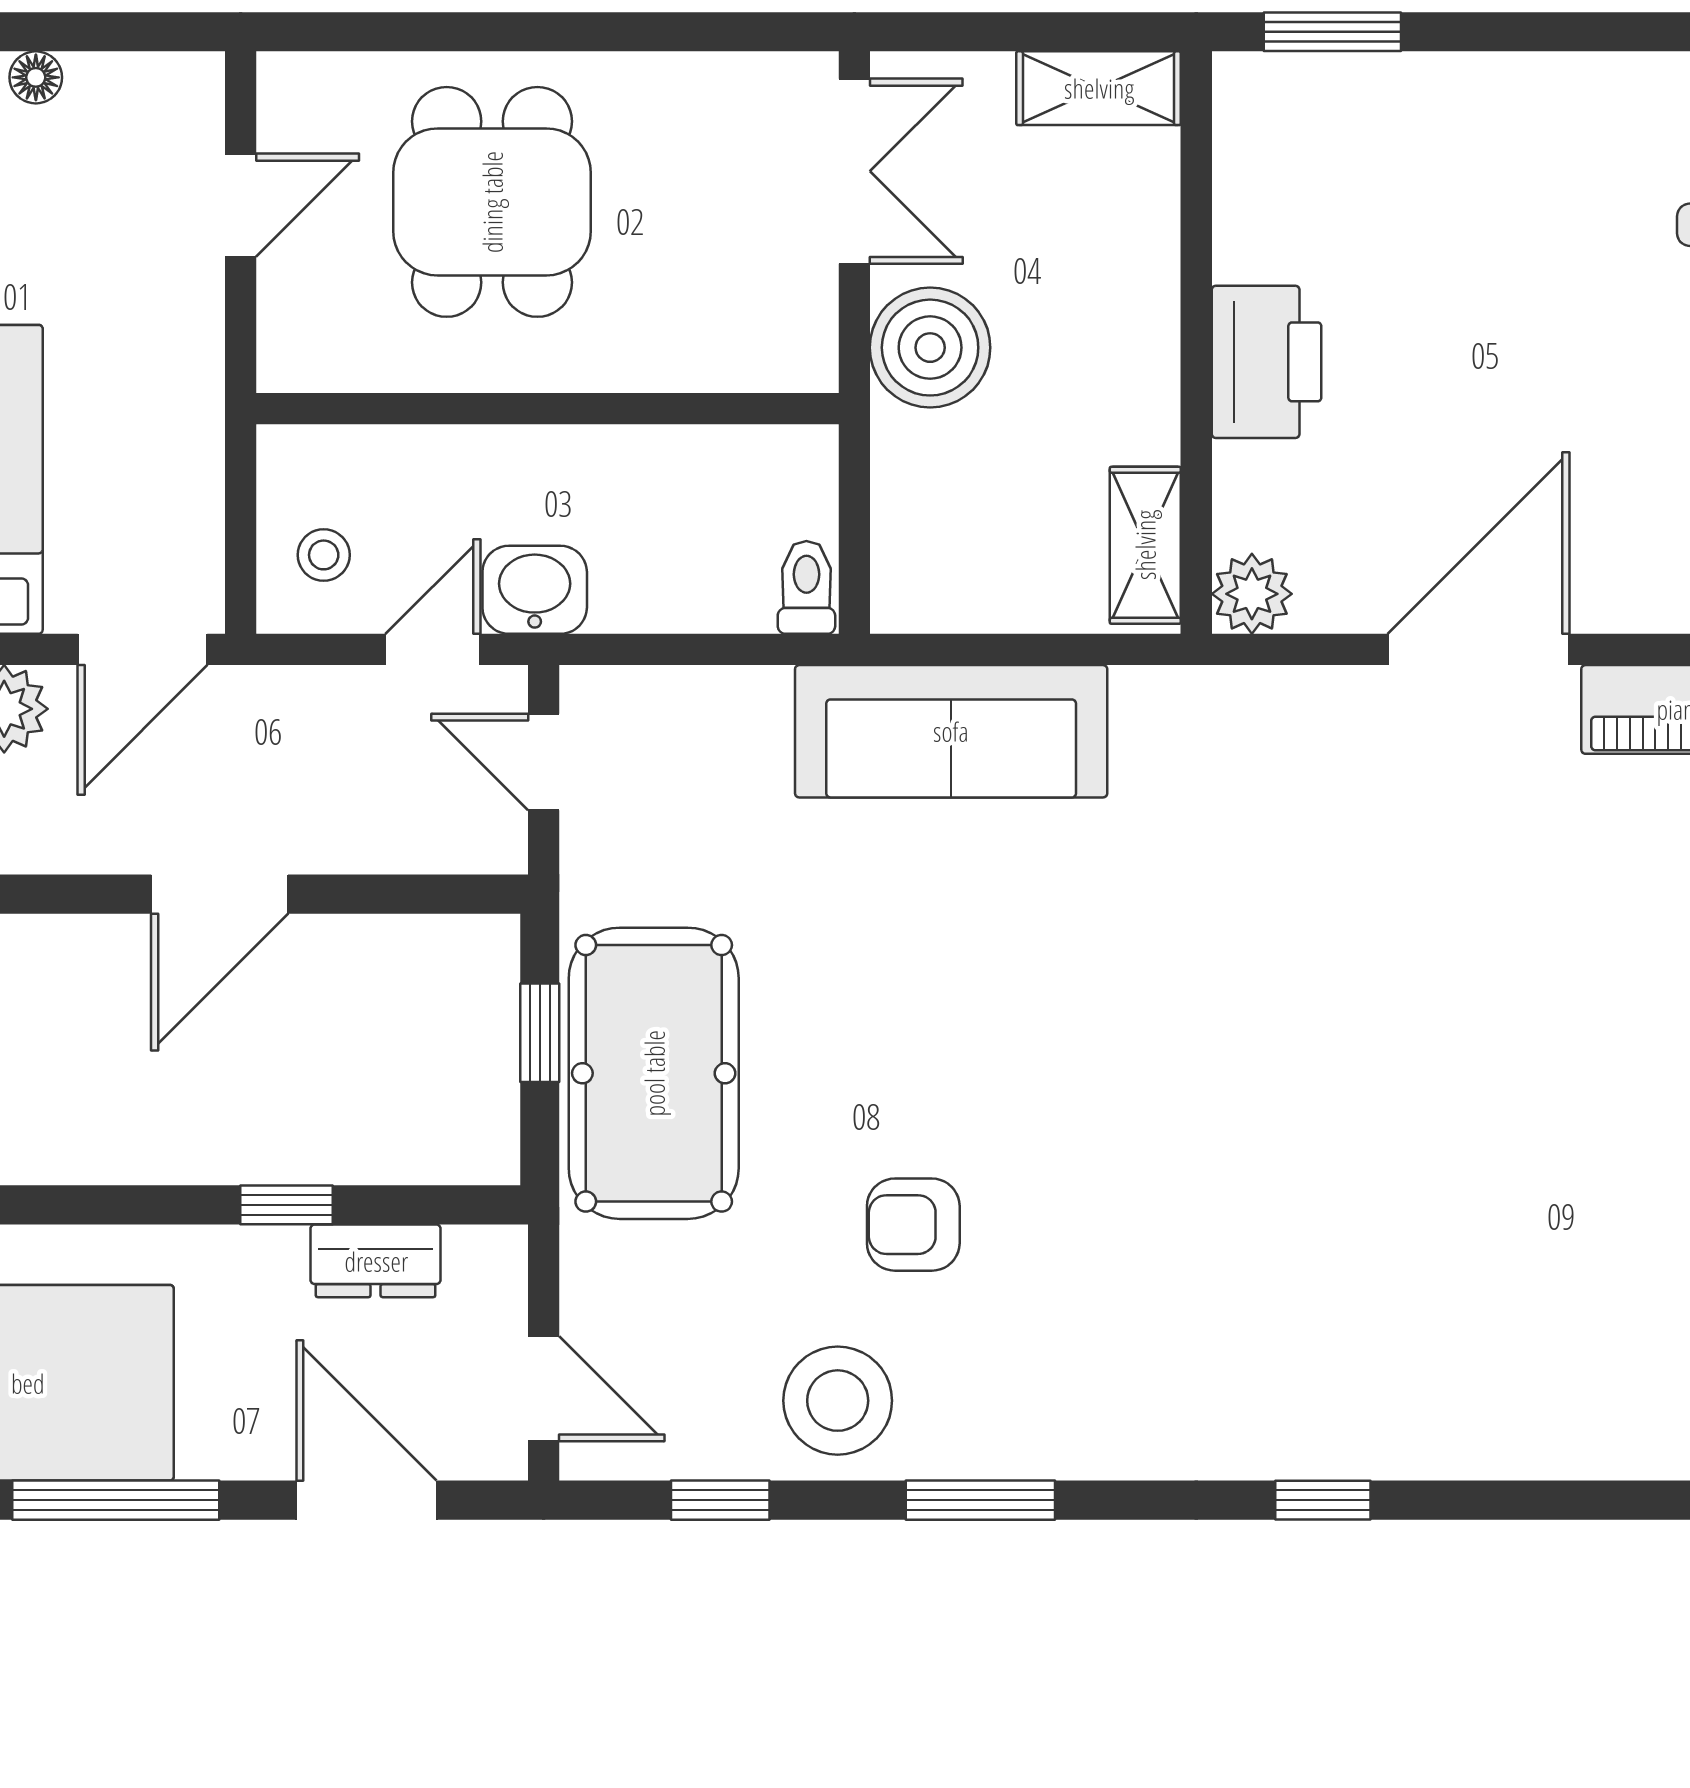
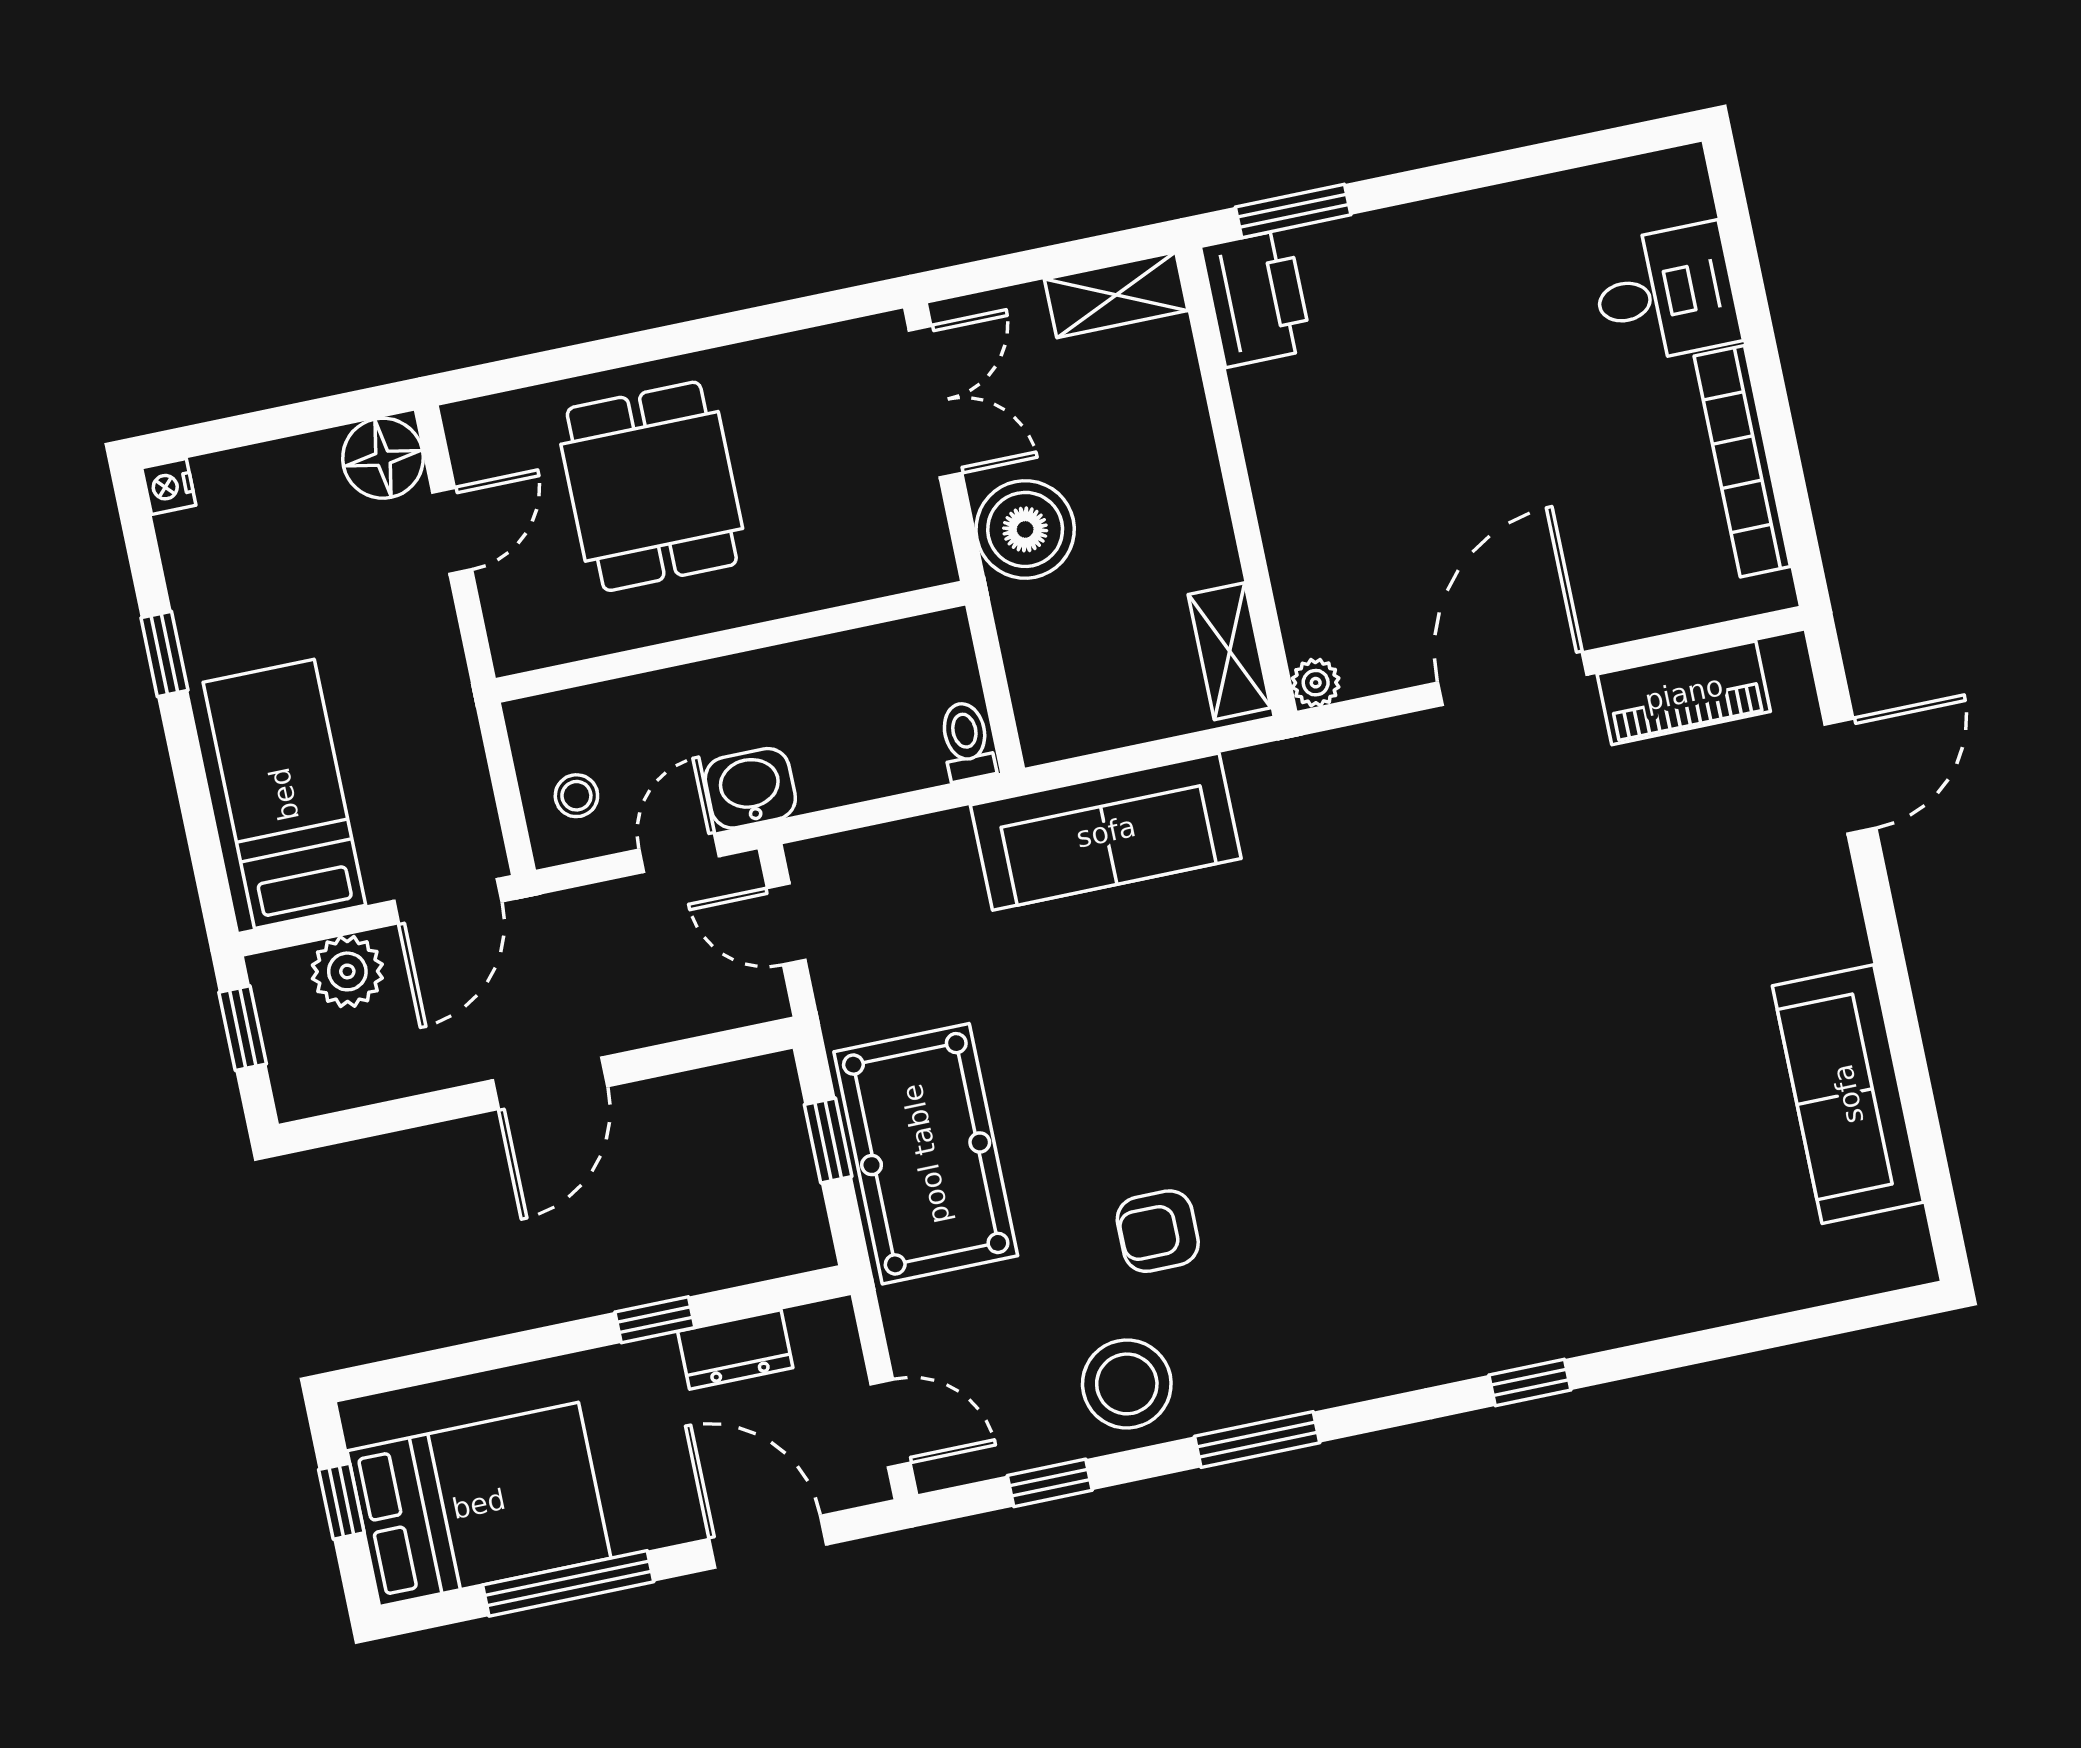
floor lamp: (36, 77) -> (383, 458), moved, width x1.89, depth x1.89
printer: (1267, 362) -> (1257, 298), moved
plant: (1252, 594) -> (1316, 683), width x0.73, depth x0.73

